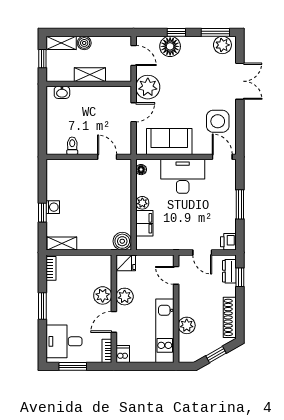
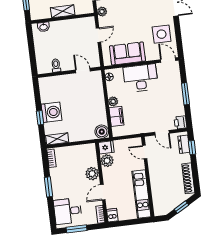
plant: (148, 87) -> (102, 12), width x0.53, depth x0.53
washing machine: (53, 207) -> (52, 112), width x1.89, depth x1.89
plant: (125, 297) -> (107, 161), moved
plant: (187, 325) -> (157, 188), removed

